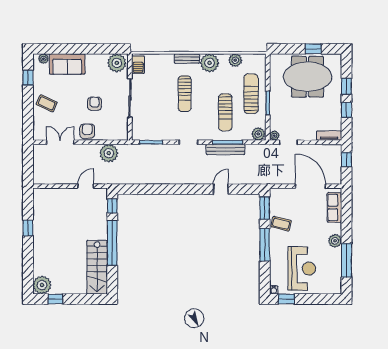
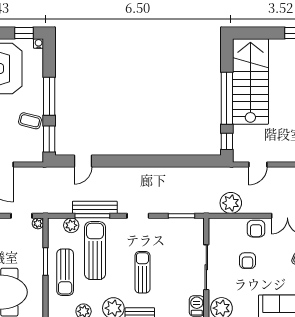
sun lounger: (225, 112) -> (95, 251), width x1.36, depth x1.34
plant: (258, 134) -> (71, 225), moved
door: (221, 189) -> (83, 161), moved
stairs: (97, 267) -> (250, 81), width x1.36, depth x1.51

